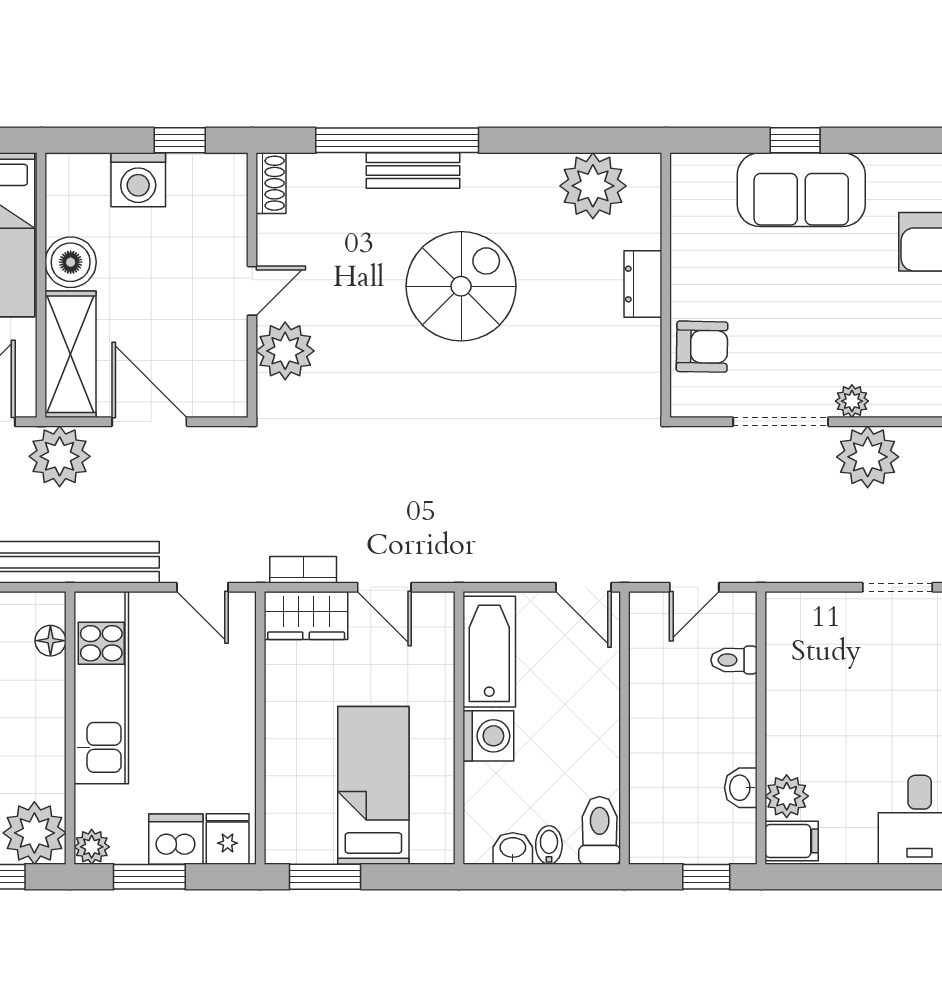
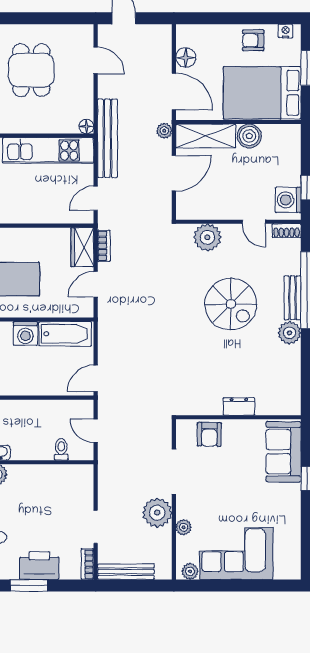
washing machine: (138, 180) -> (288, 200), moved
plant: (593, 186) -> (290, 333), moved, width x0.73, depth x0.73
sofa: (801, 190) -> (284, 452), moved
spiral stairs: (461, 286) -> (231, 304), moved
door: (252, 291) -> (254, 222), moved
plant: (852, 401) -> (184, 527), moved
plant: (60, 456) -> (164, 131), width x0.53, depth x0.53
floor lamp: (50, 641) -> (86, 126), moved

